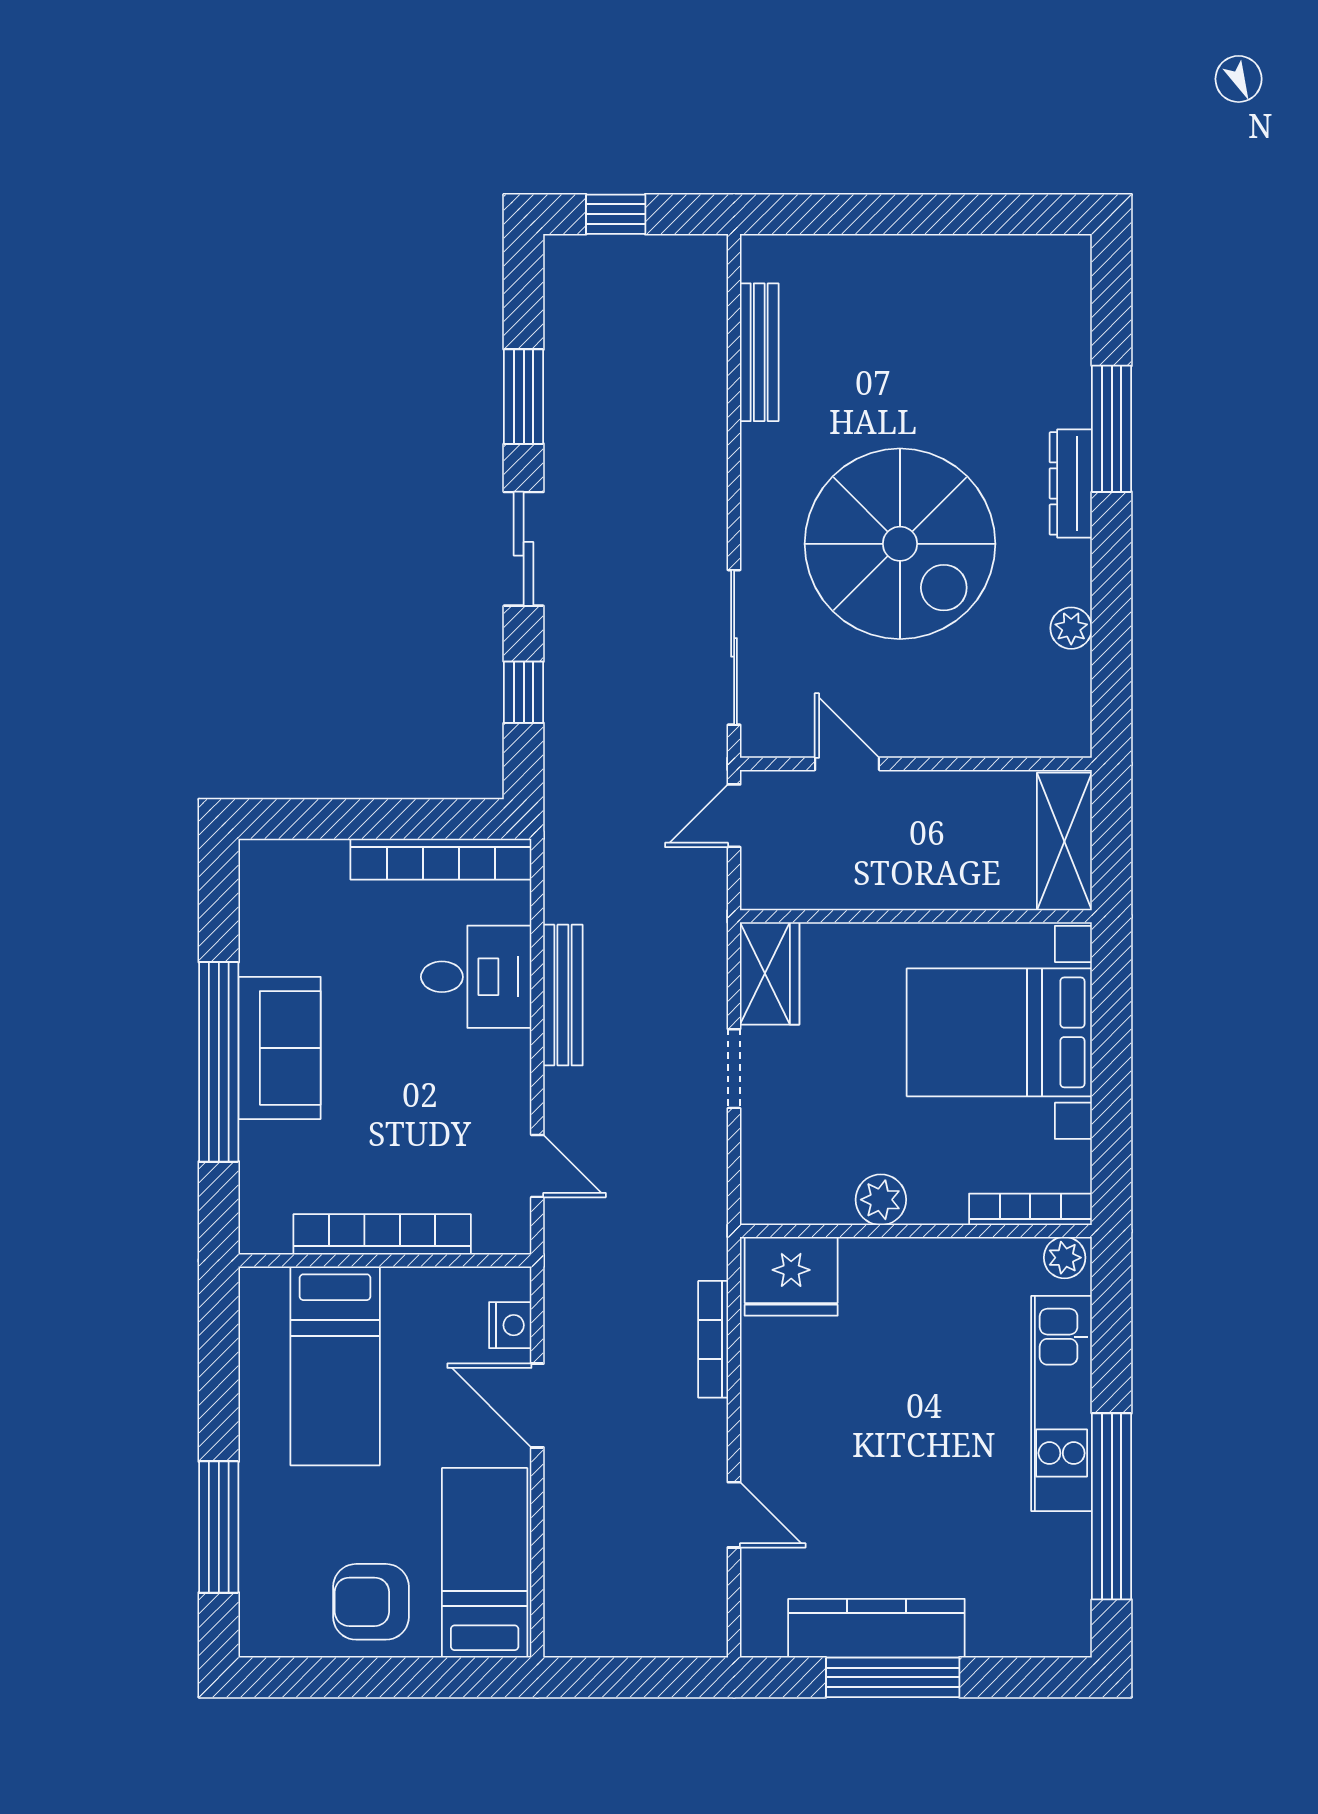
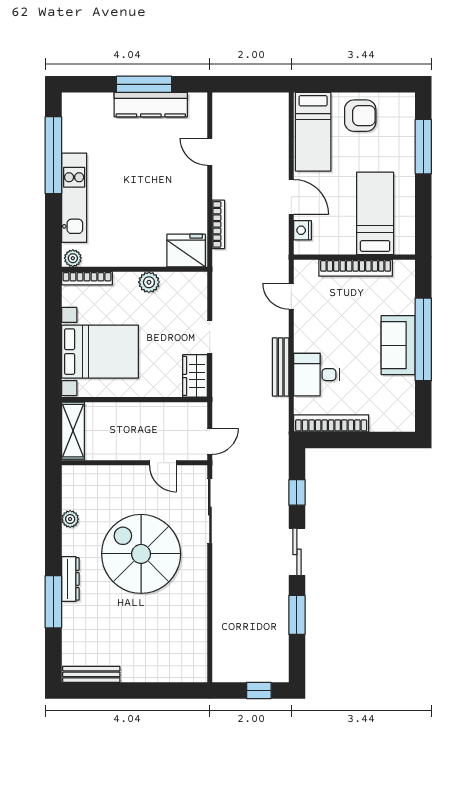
bench: (759, 352) -> (91, 674), moved, turned 90

